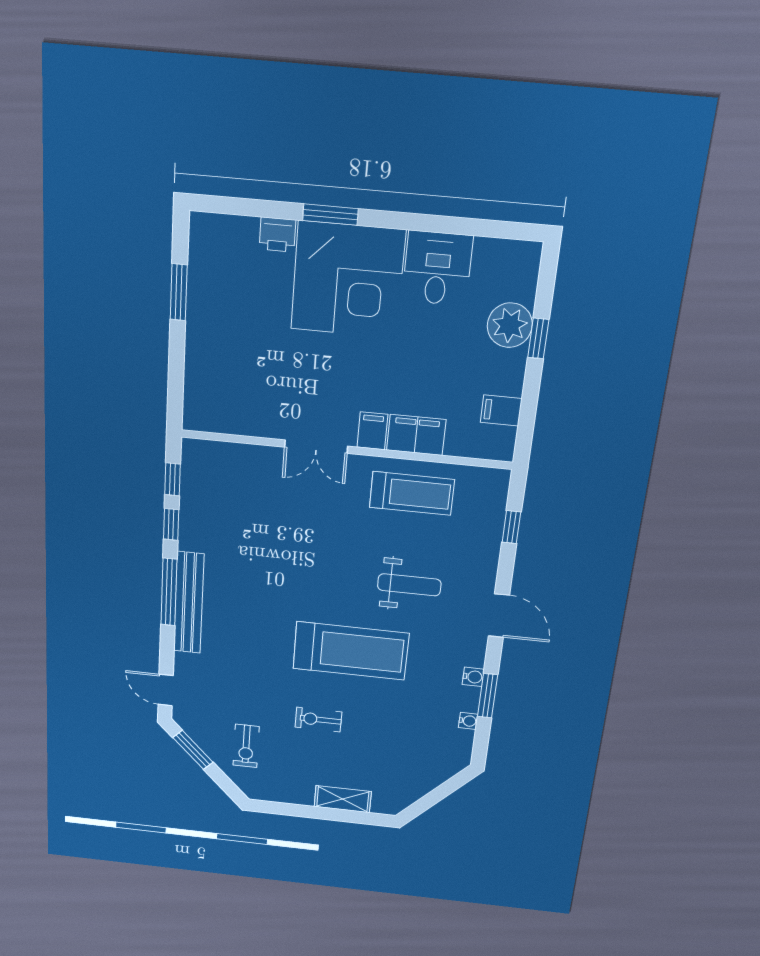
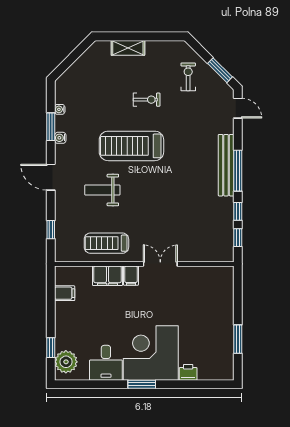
window: (330, 215) -> (142, 384), moved
plant: (510, 325) -> (66, 362), moved
window: (538, 338) -> (51, 348), moved

